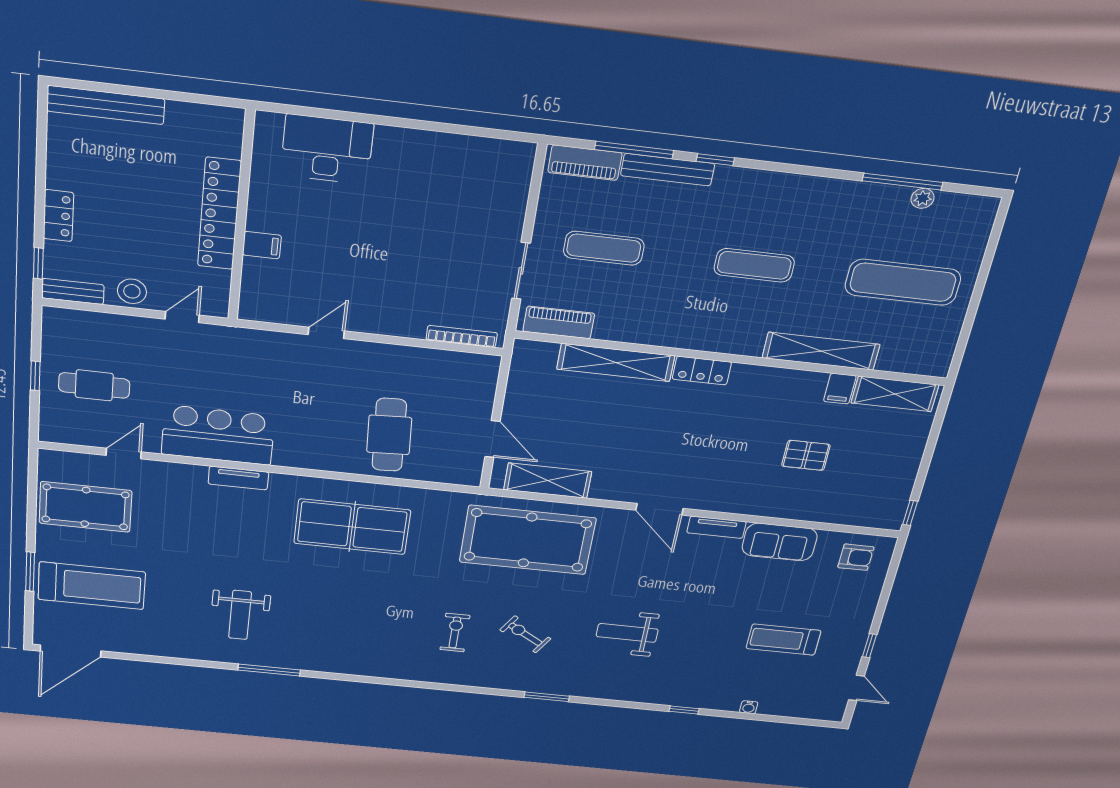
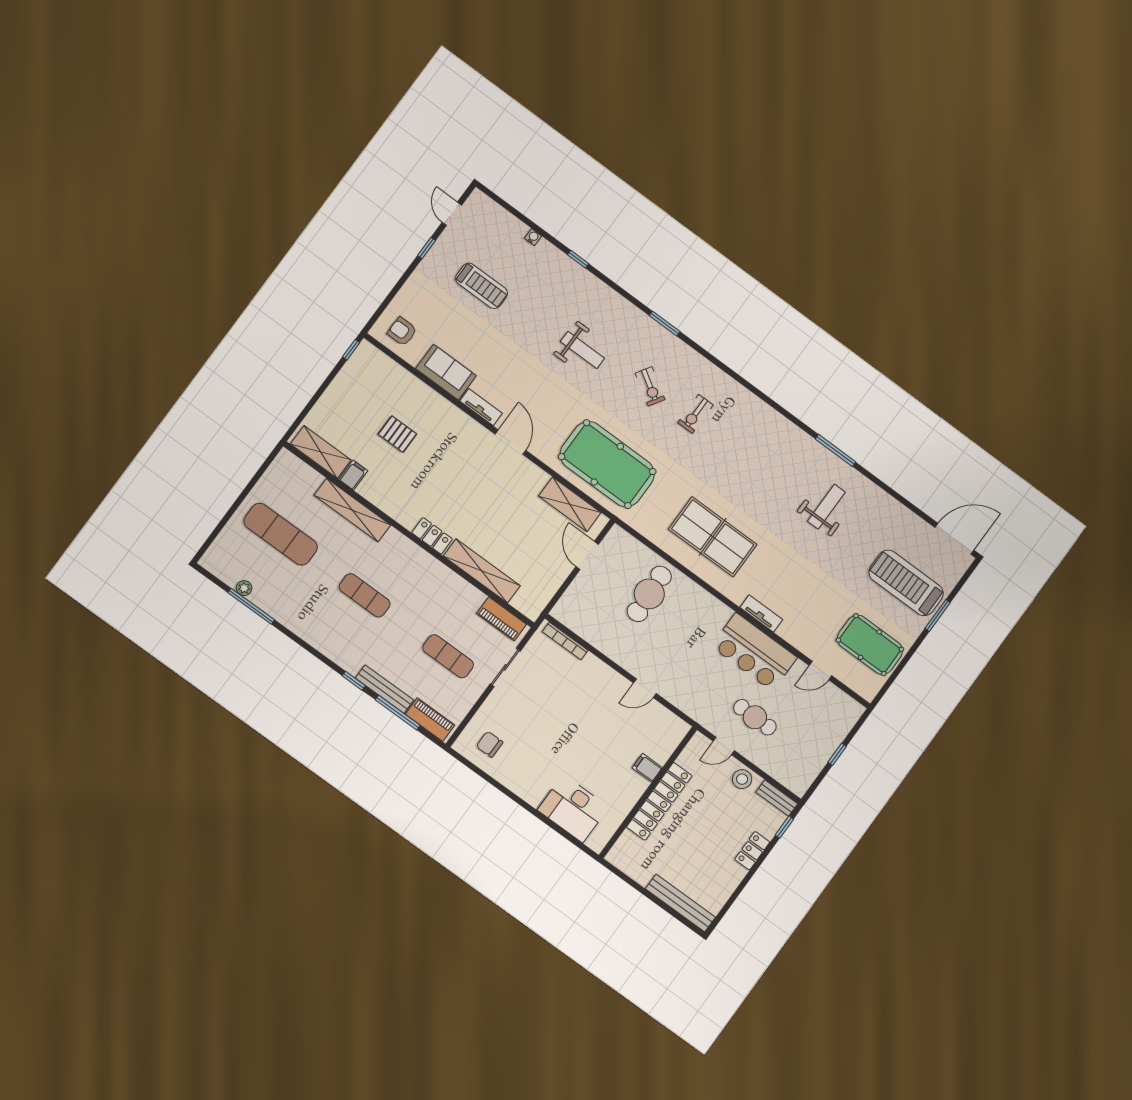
chair: (487, 172) -> (490, 744), added
cafe table: (94, 385) -> (755, 717), moved

